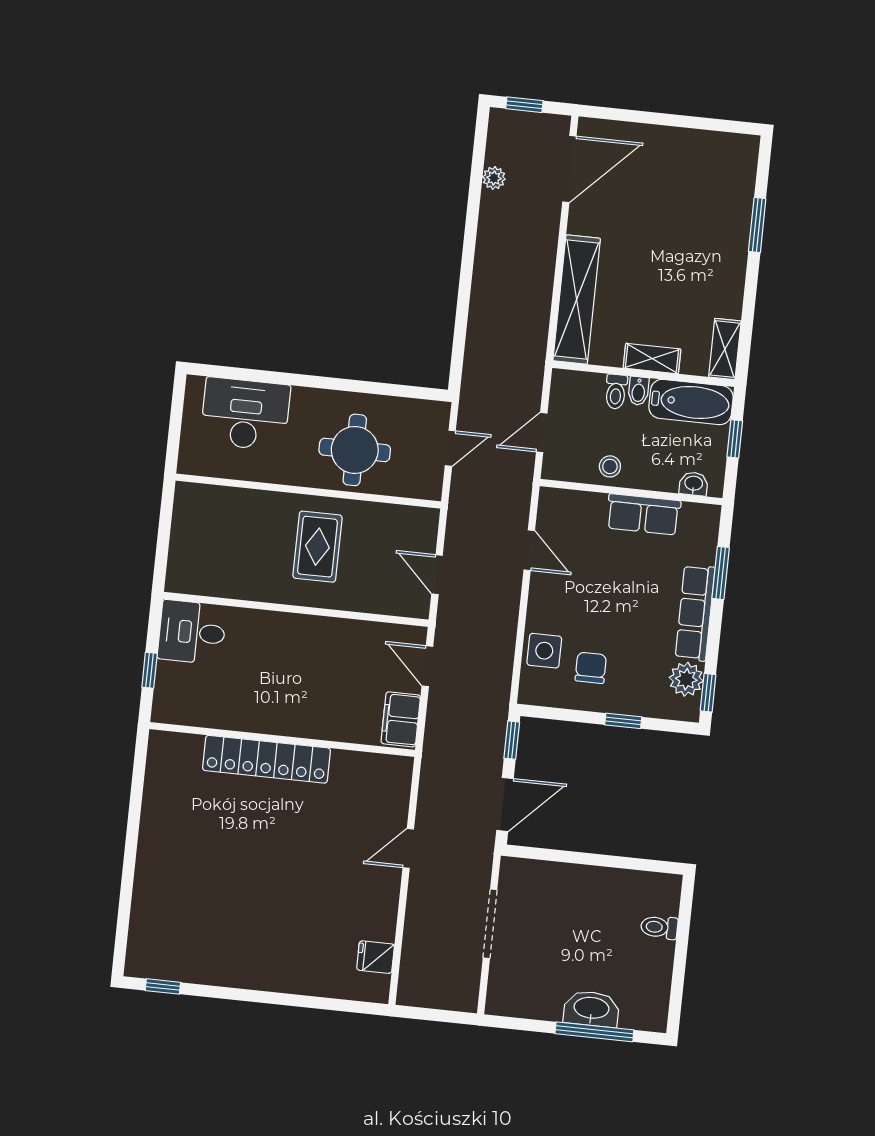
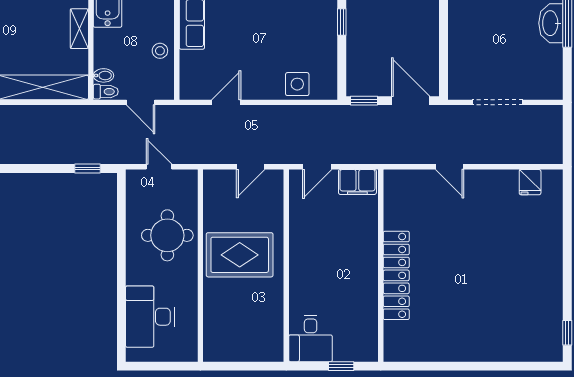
window: (458, 350) -> (88, 169), added
bidet: (638, 391) -> (104, 75), moved
toilet: (616, 392) -> (106, 92), moved
rug: (317, 547) -> (240, 255), width x1.36, depth x1.43
chair: (591, 668) -> (306, 49), removed

